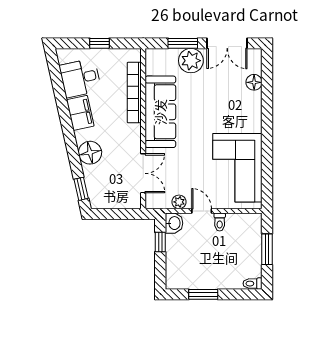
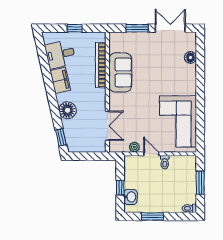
double door: (227, 43) -> (170, 28), swing flipped
plant: (191, 61) -> (143, 41), removed
sofa: (160, 112) -> (120, 72), width x0.73
washbasin: (174, 223) -> (130, 197), moved
window: (160, 242) -> (120, 188), moved

